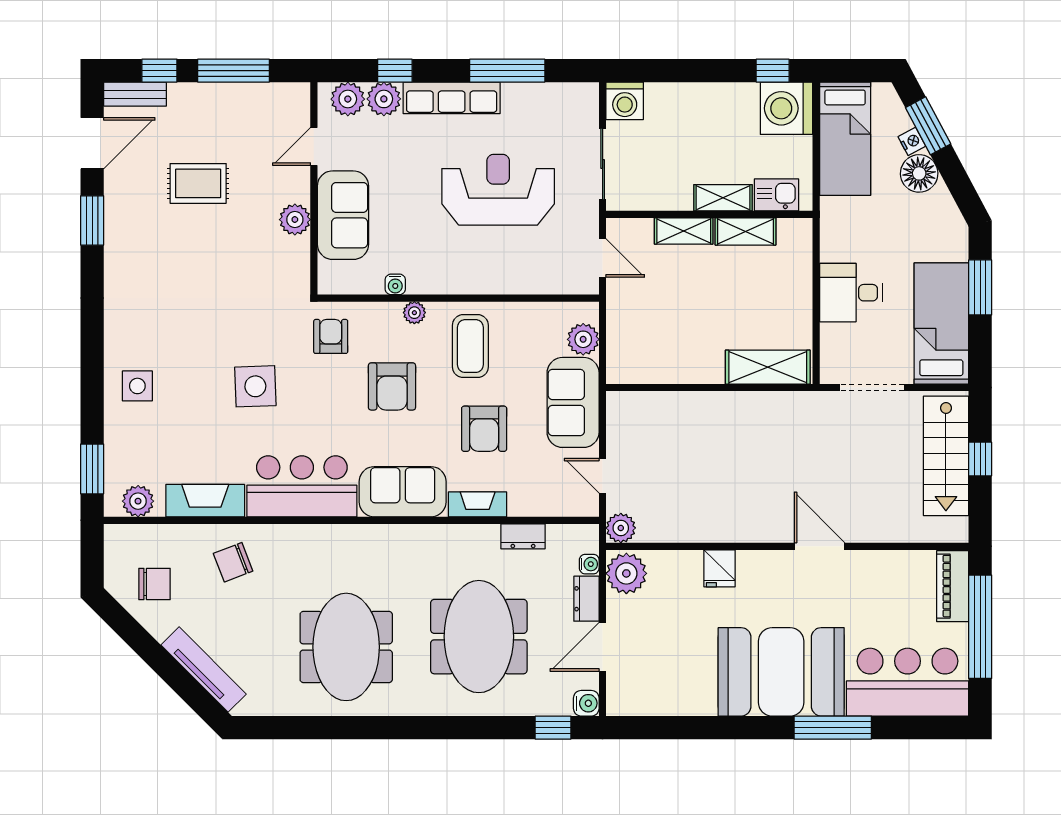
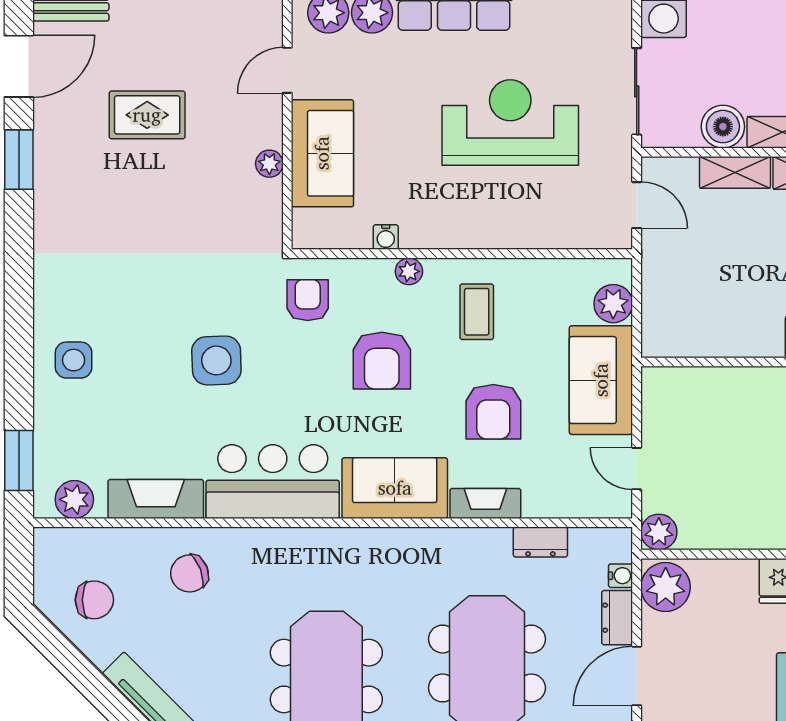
boiler: (674, 193) -> (723, 127), added
plant: (295, 220) -> (269, 164), width x0.73, depth x0.73
coffee table: (470, 346) -> (477, 312), width x0.73, depth x0.77

